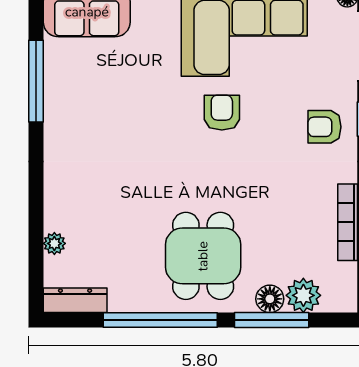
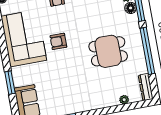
dining table: (203, 256) -> (108, 51), moved

